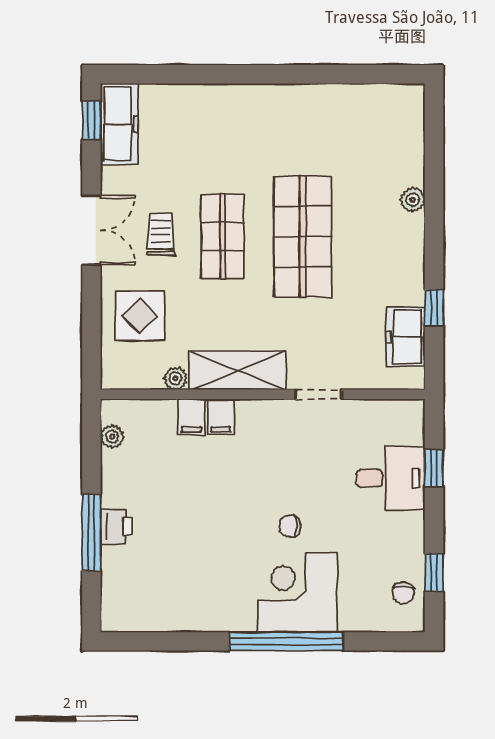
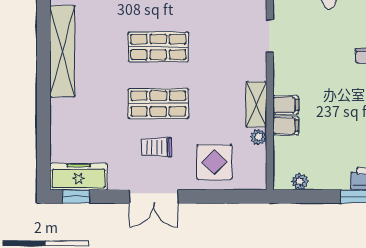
shelving: (297, 101) -> (62, 51), added
double door: (91, 230) -> (154, 196), swing flipped
shop shelf: (303, 237) -> (158, 47), width x0.70, depth x0.74
shelving: (238, 370) -> (256, 104), width x0.67, depth x0.75

